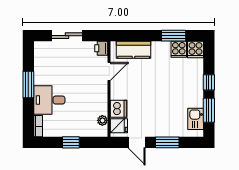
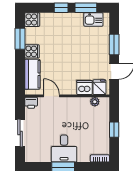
cooker: (179, 49) -> (32, 51), moved
desk: (49, 100) -> (64, 149), moved

